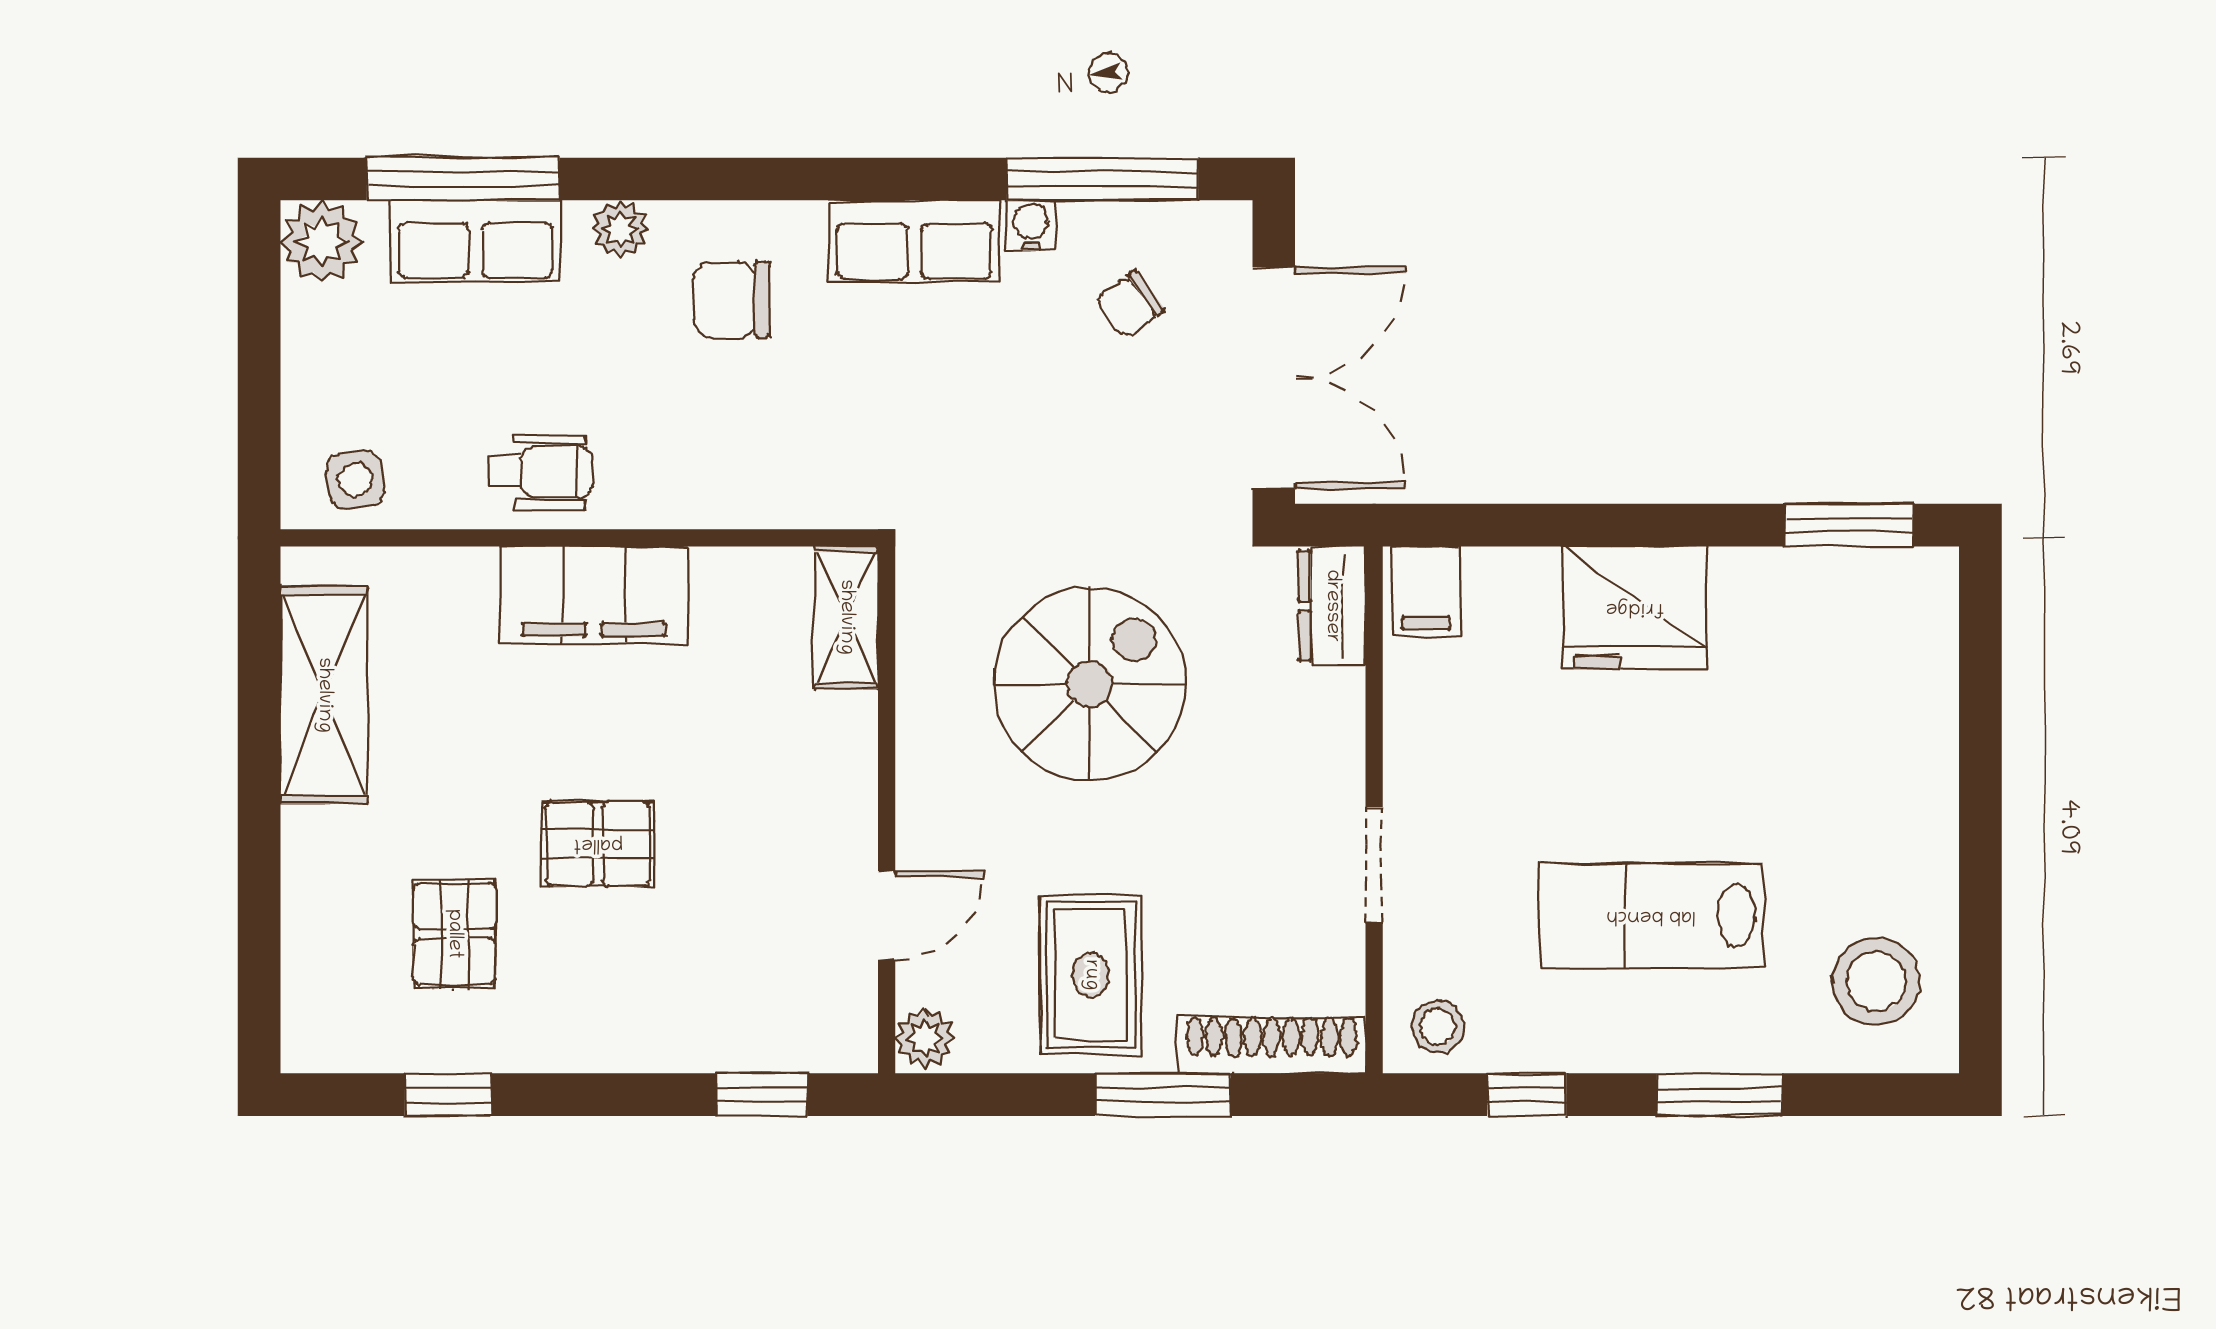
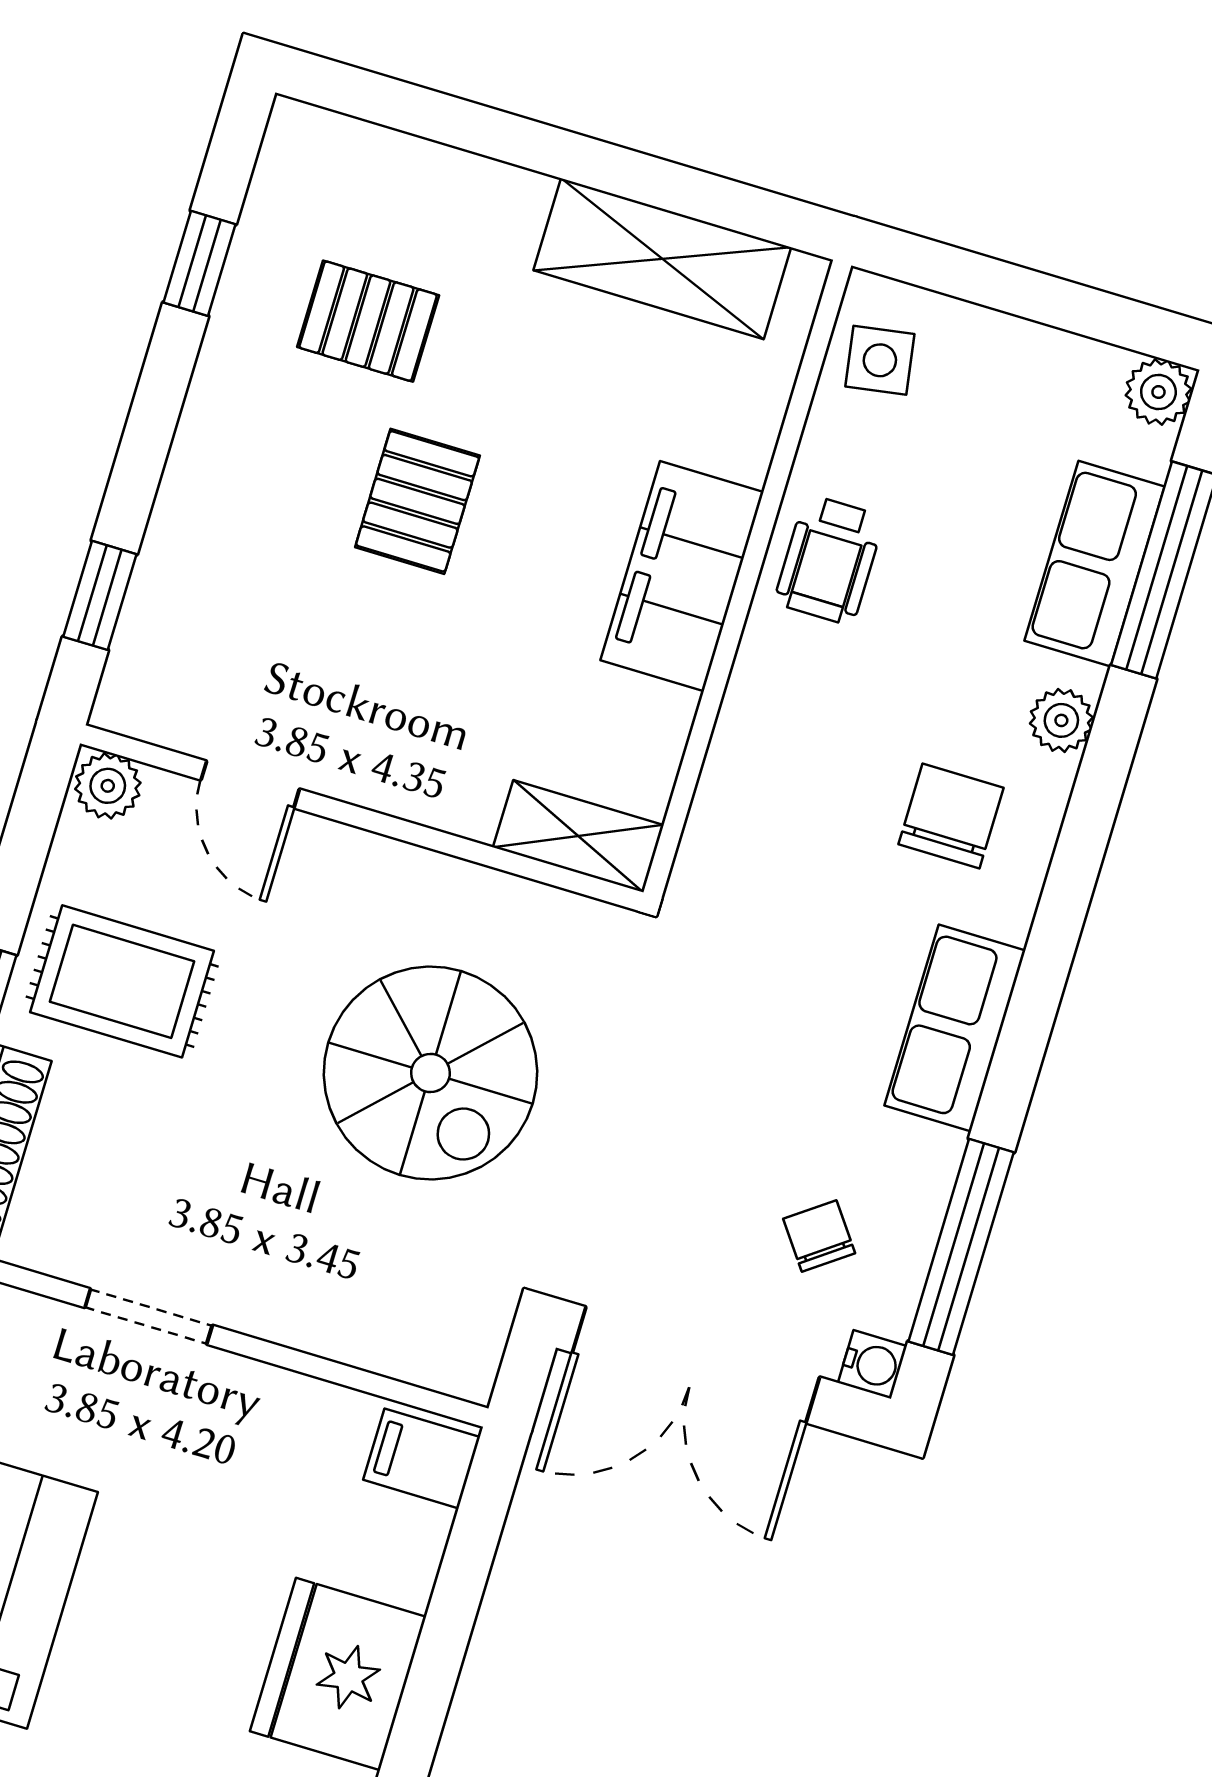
water cooler: (1031, 225) -> (872, 1364), moved
plant: (322, 241) -> (1158, 392), width x0.73, depth x0.73
dresser: (1332, 606) -> (436, 1354), removed

